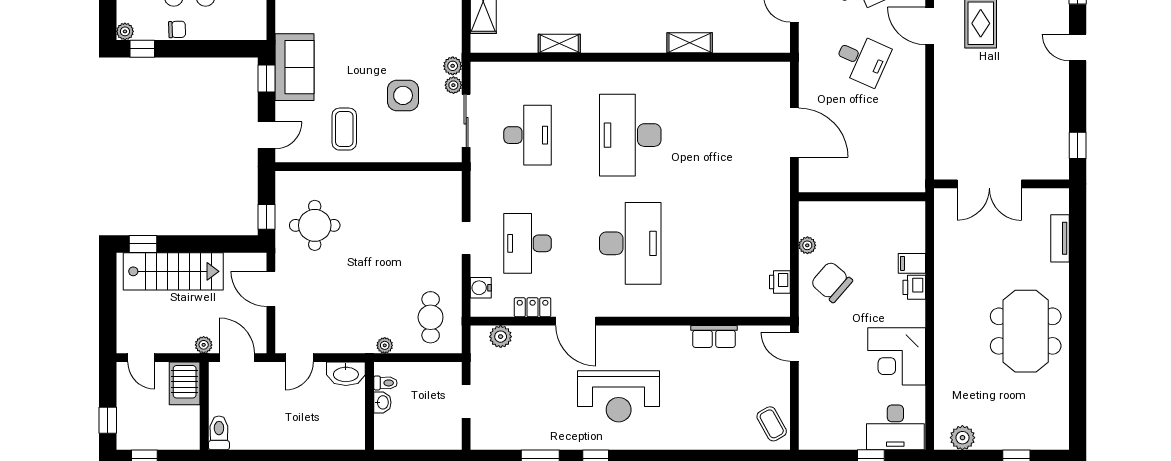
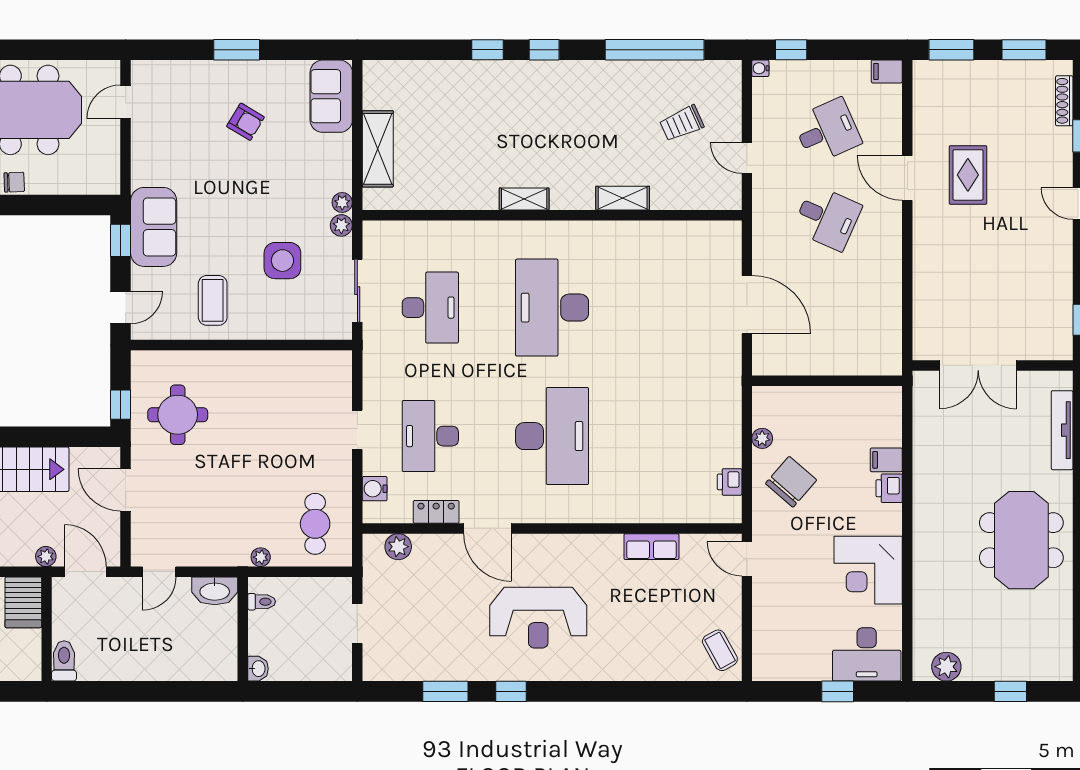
shelving: (559, 44) -> (524, 199), moved
plant: (453, 85) -> (342, 202), moved
tv unit: (1060, 238) -> (1062, 430), width x1.41
chair: (832, 282) -> (791, 482), turned 90
washbasin: (382, 402) -> (258, 669), moved

